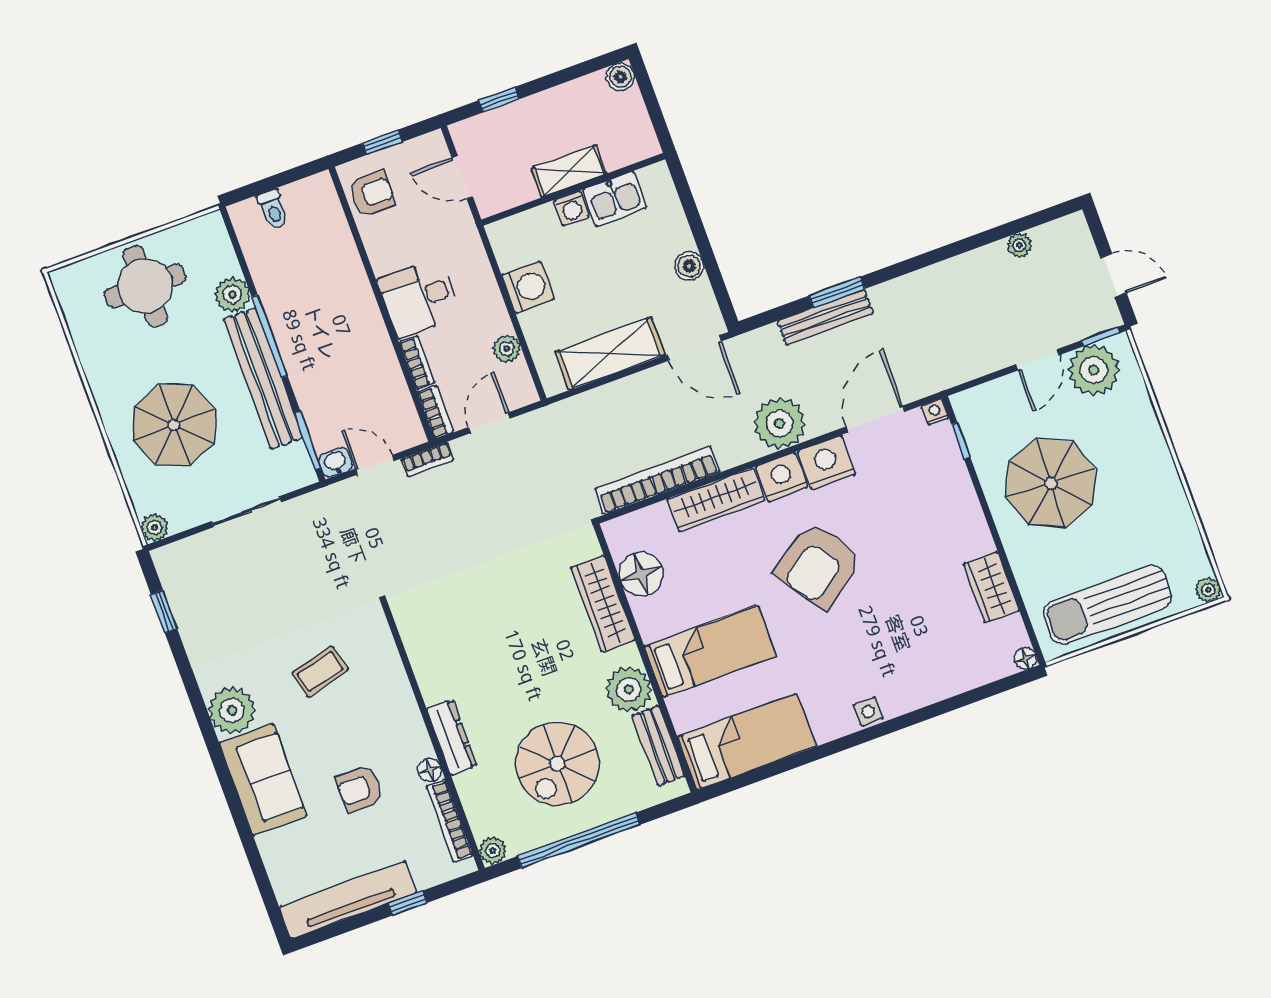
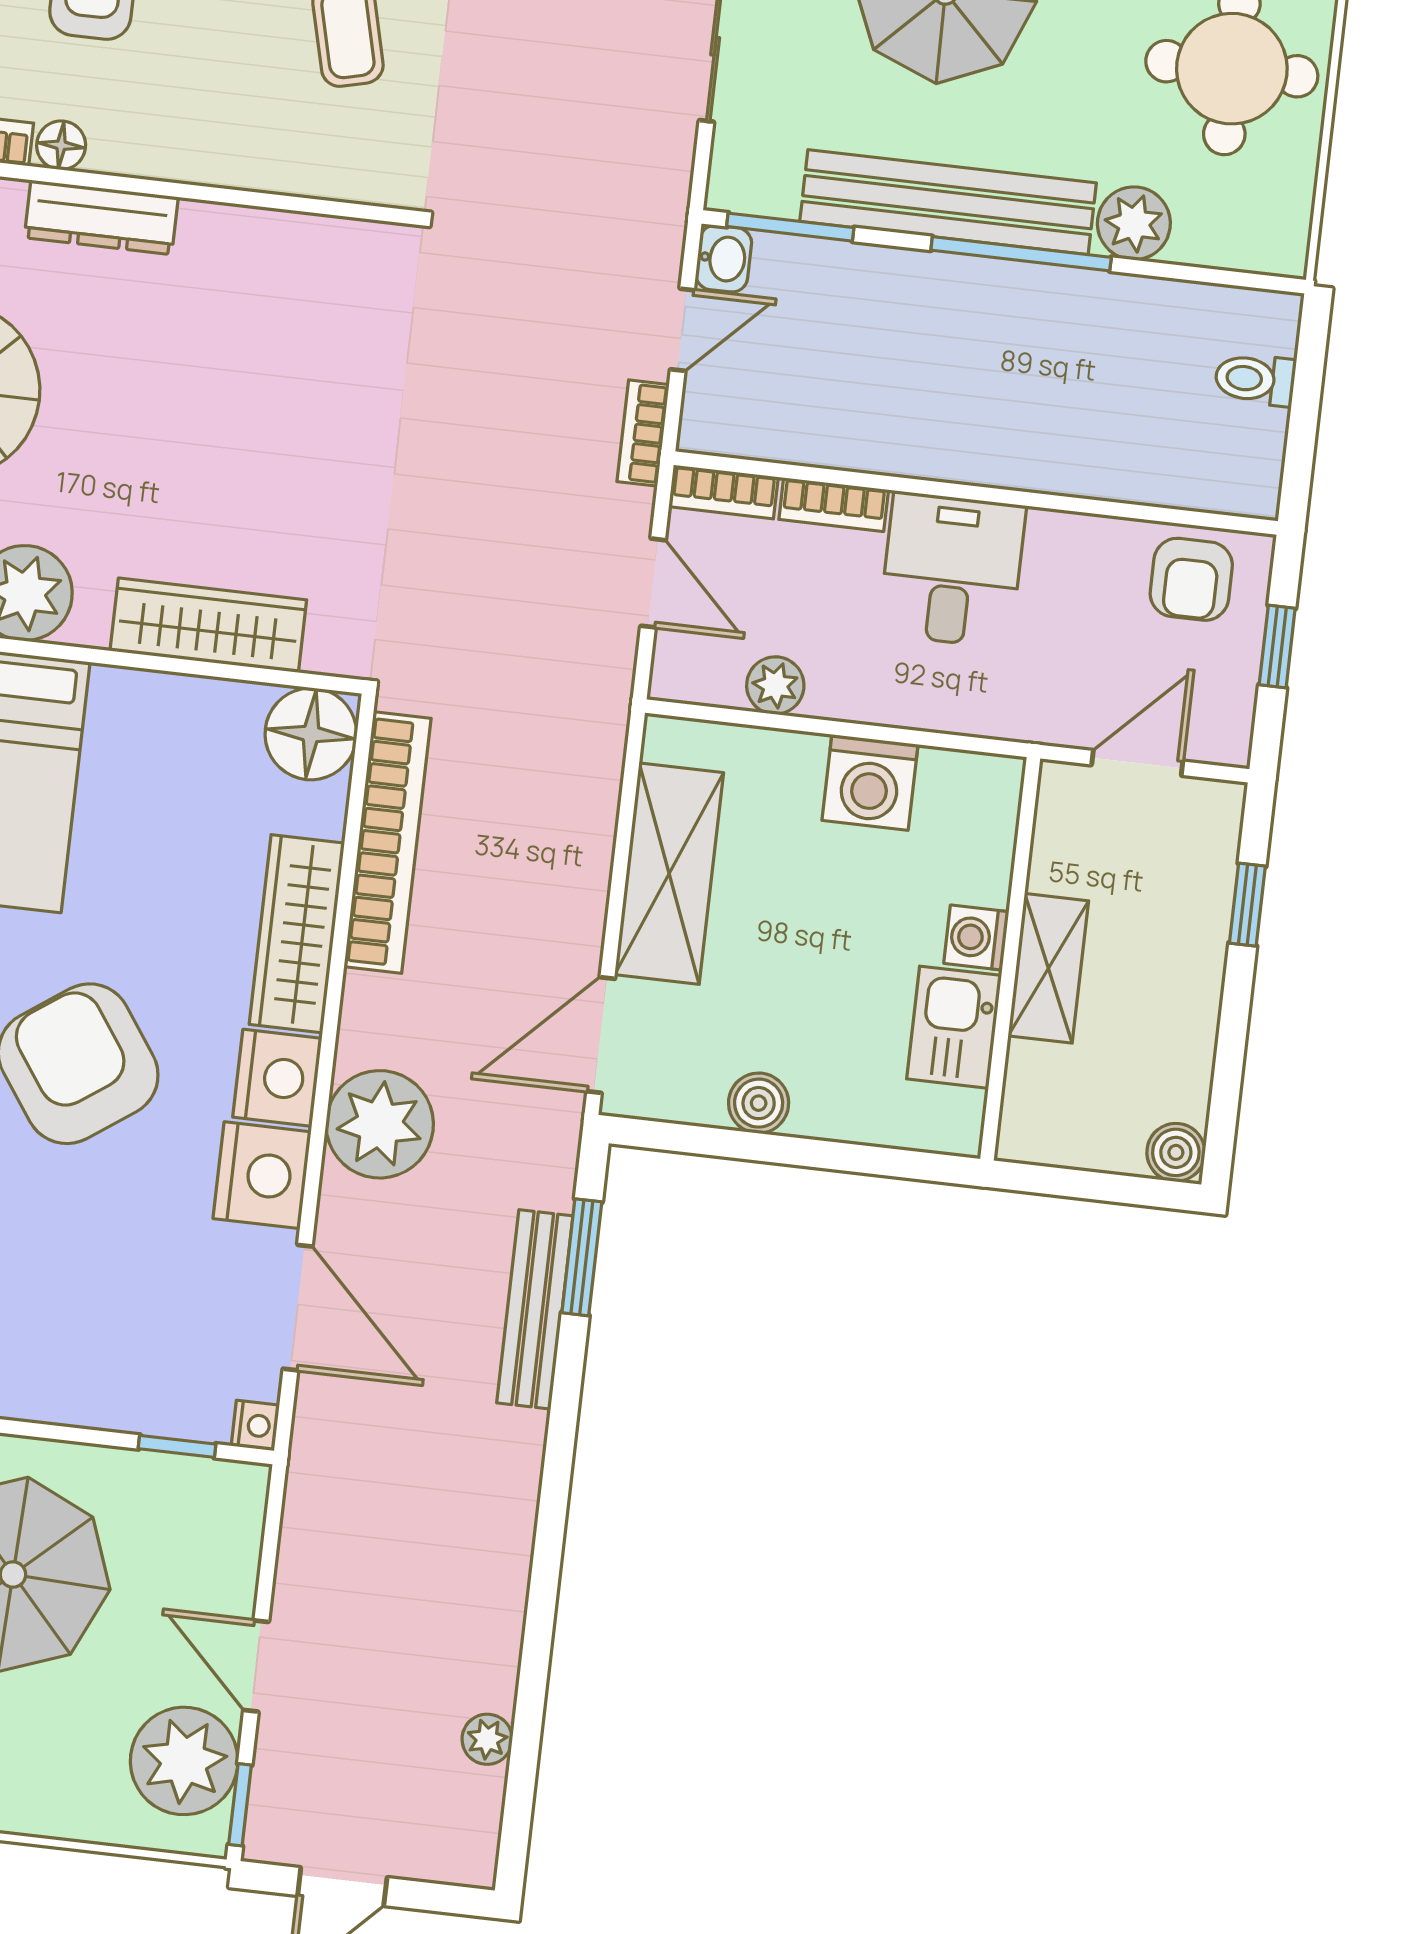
window: (837, 292) -> (582, 1257), moved
floor lamp: (641, 574) -> (311, 734), moved

